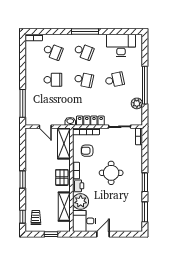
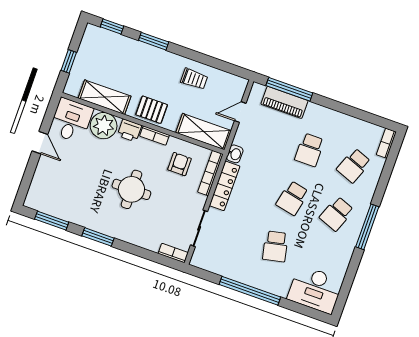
desk: (121, 45) -> (315, 289), moved, turned 90
piano: (31, 103) -> (284, 102), added
plant: (137, 103) -> (226, 268), removed
window: (23, 179) -> (154, 41), moved
trolley: (36, 218) -> (194, 79), moved

